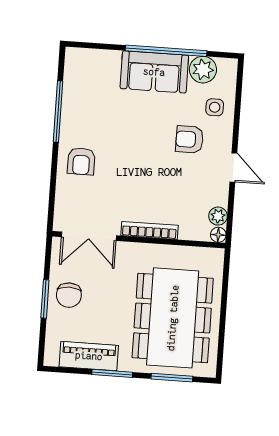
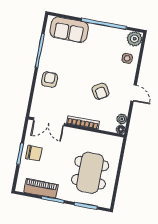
plant: (203, 70) -> (135, 39), moved
sofa: (154, 72) -> (69, 30), moved
armchair: (189, 139) -> (101, 91), moved, turned -121
armchair: (81, 161) -> (49, 80), turned 180
chair: (69, 295) -> (34, 153), turned -90
dining table: (173, 318) -> (90, 173), width x0.73, depth x0.80

